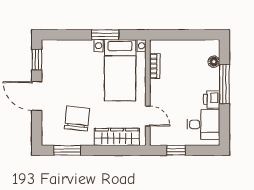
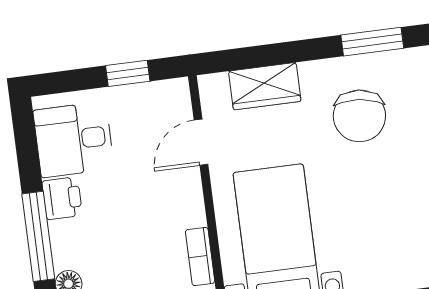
door: (148, 116) -> (201, 142), hinge flipped
wardrobe: (117, 137) -> (265, 86), width x0.67

